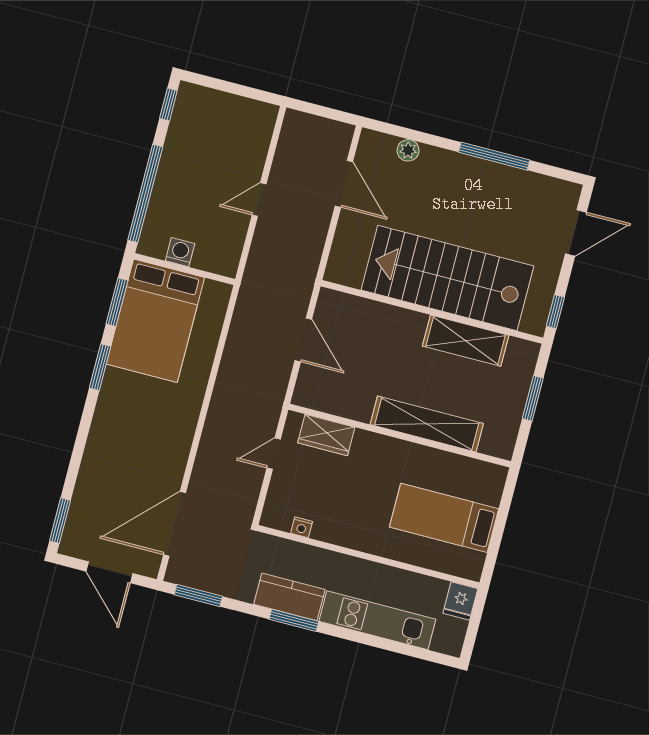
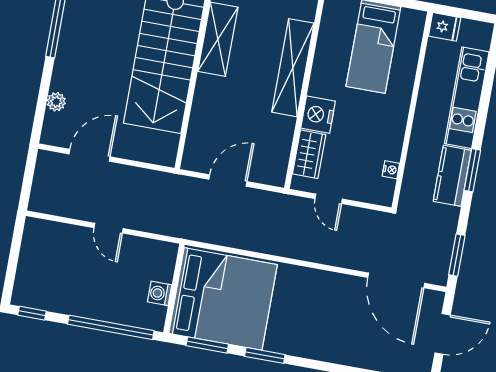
bed: (155, 321) -> (223, 299), width x1.36
nightstand: (371, 449) -> (318, 115), added

